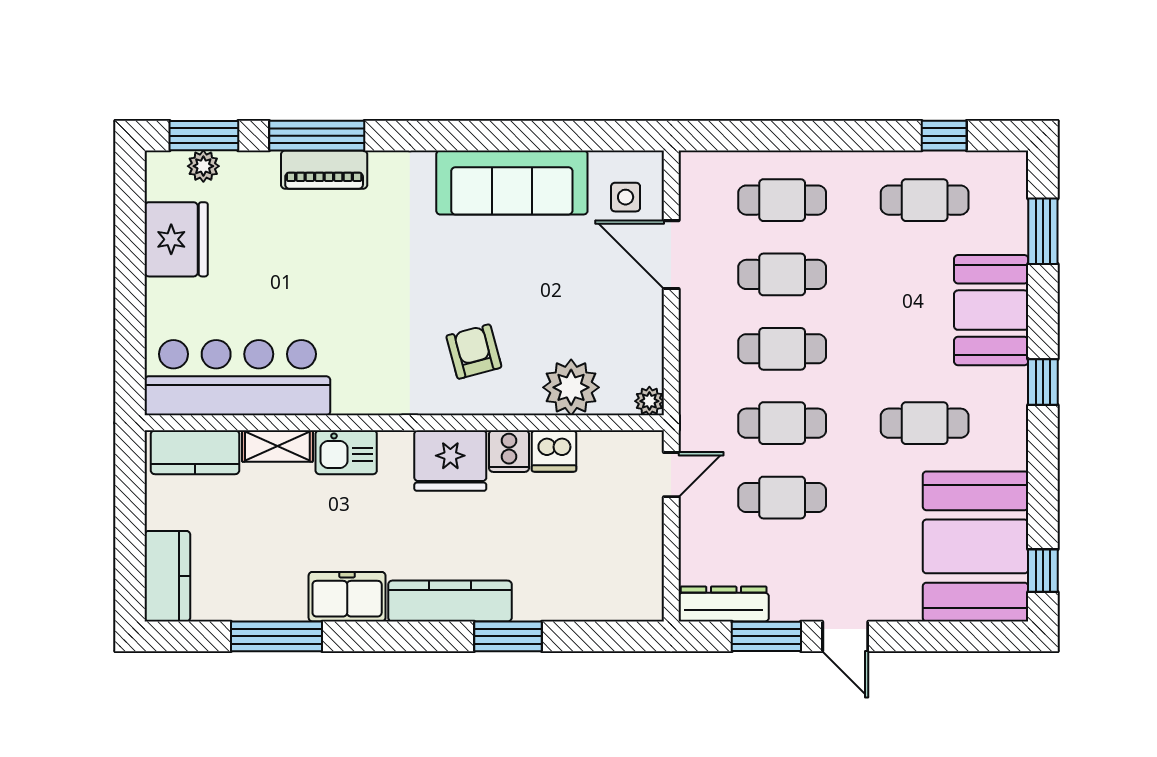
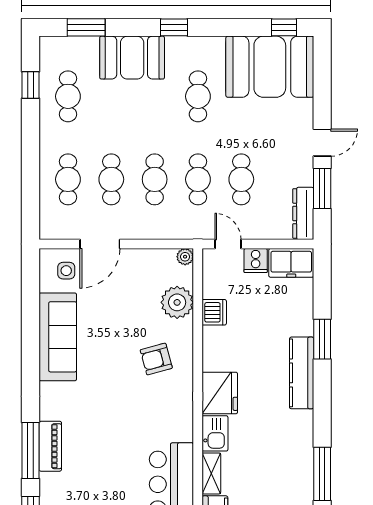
cooker: (509, 451) -> (256, 261), moved, turned 90
fridge: (450, 461) -> (220, 393), moved
freezer: (347, 597) -> (291, 263), moved, turned -90

